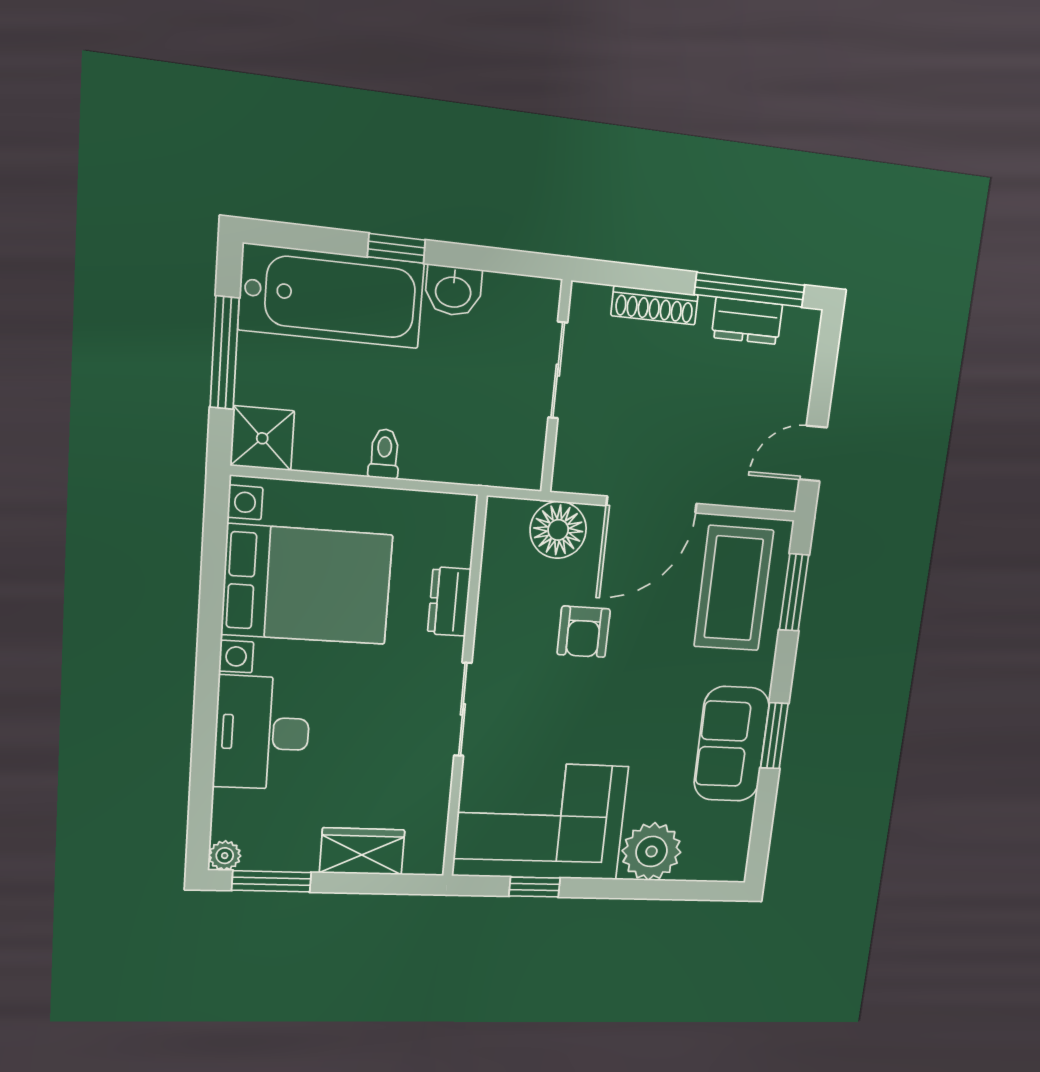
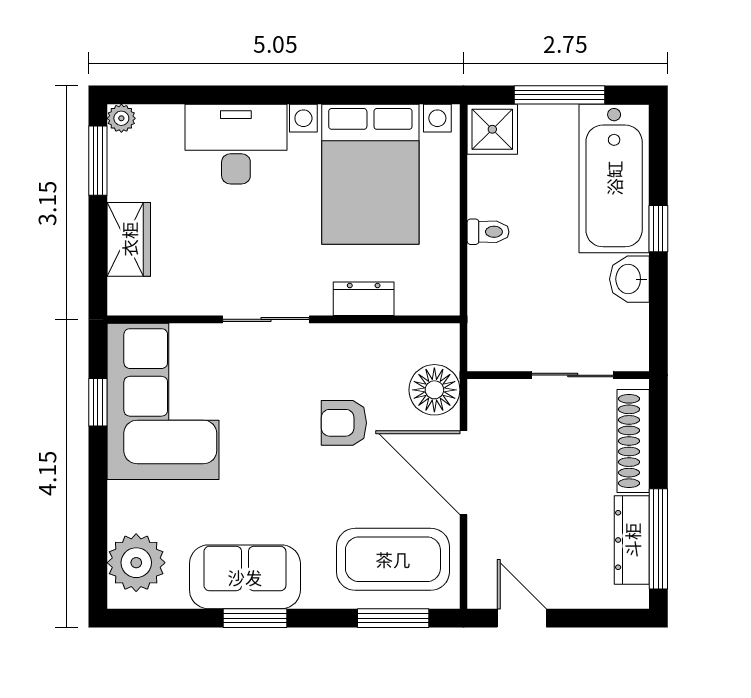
shoe rack: (655, 305) -> (633, 441), width x1.36, depth x1.24
dresser: (747, 321) -> (632, 540), width x1.44
plant: (652, 851) -> (136, 563), moved

